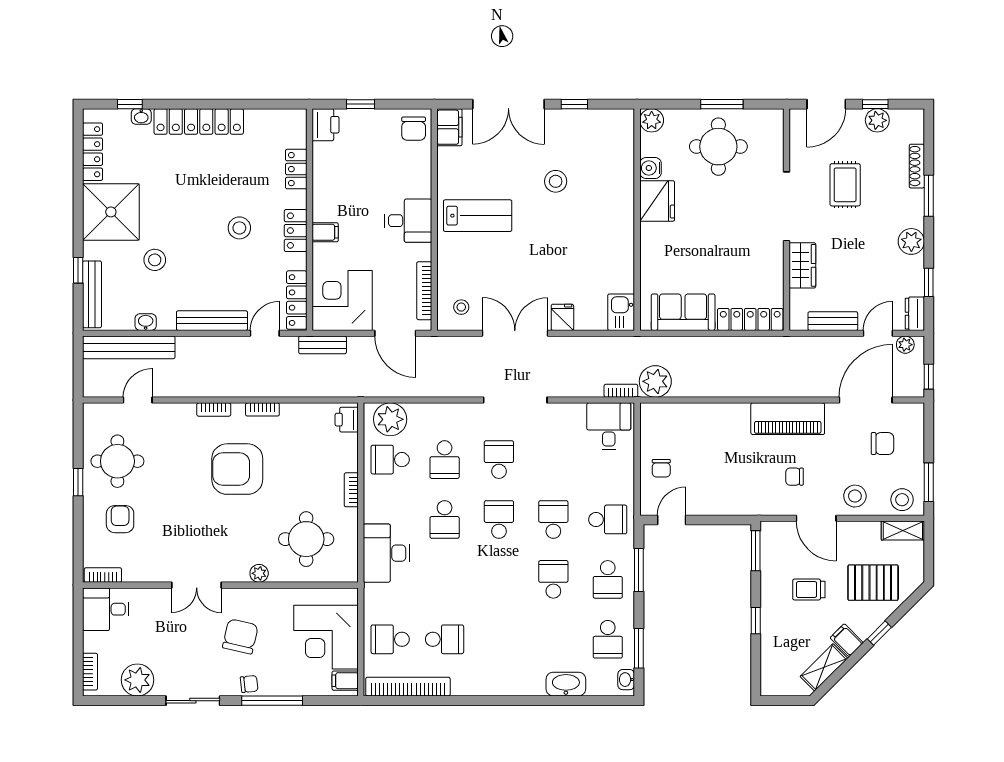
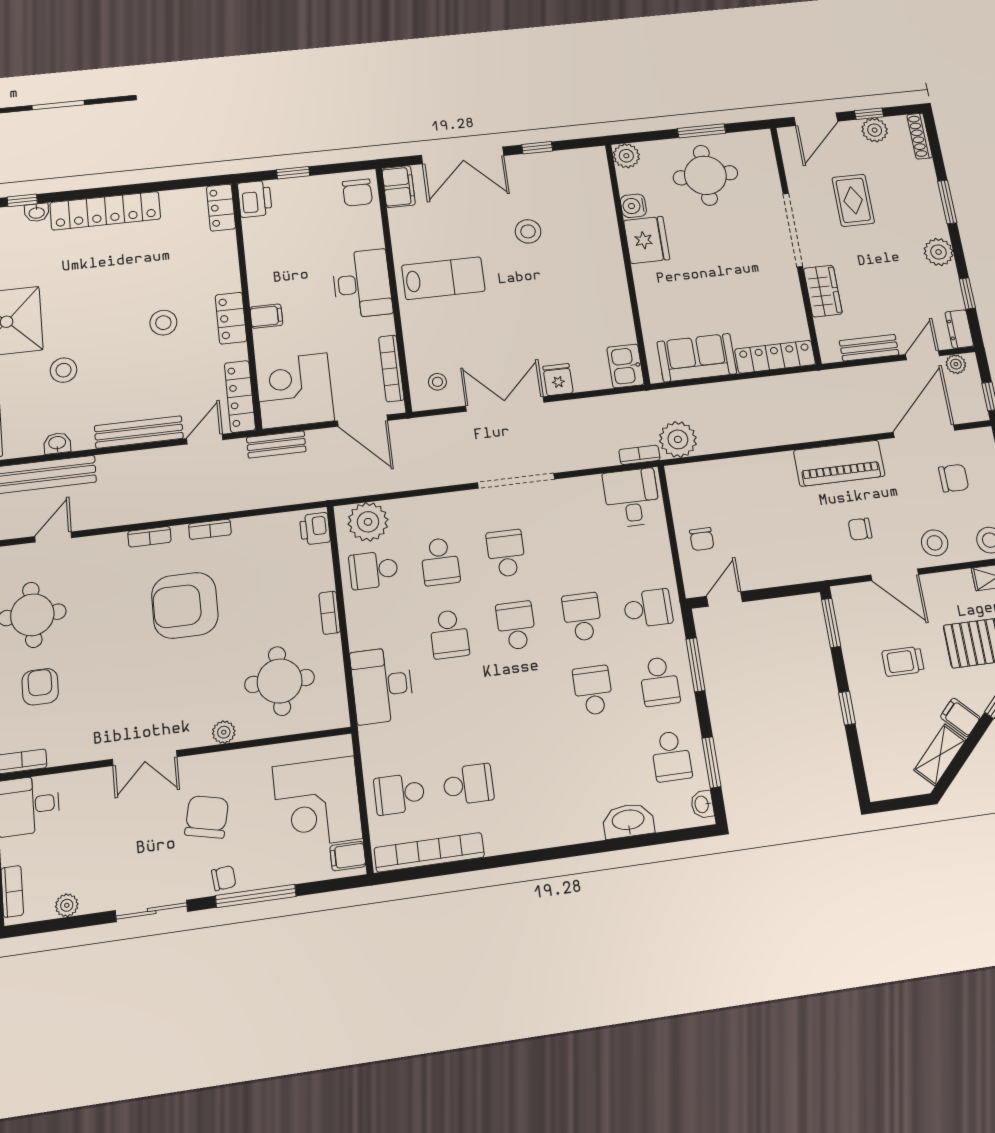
shoe rack: (917, 166) -> (920, 136), moved
locker: (296, 169) -> (221, 208), moved
desk: (408, 221) -> (362, 284), width x1.37
plant: (137, 680) -> (67, 905), width x0.53, depth x0.53

